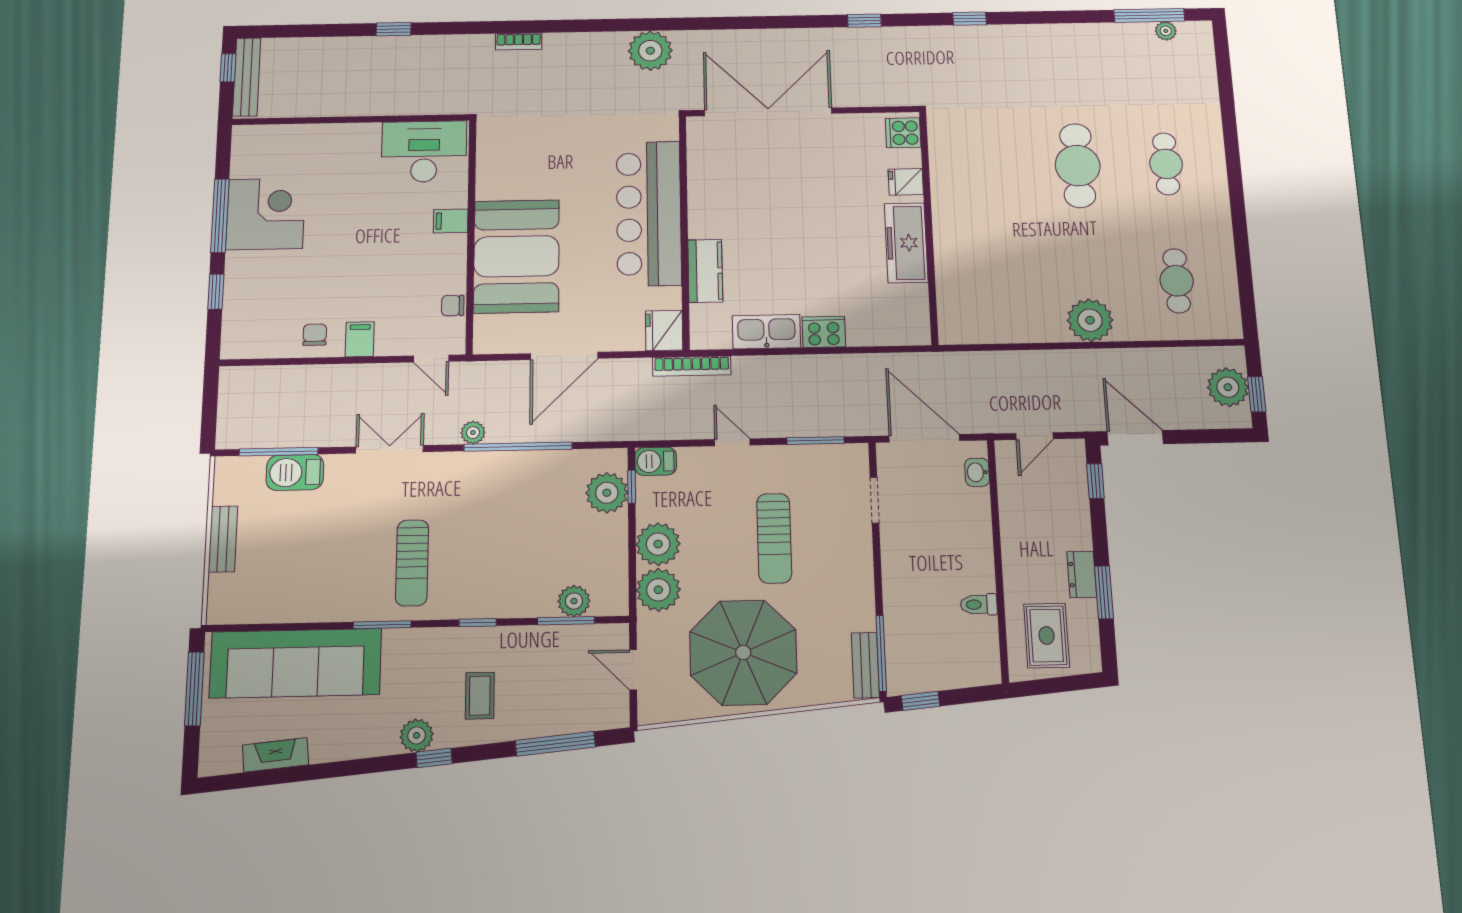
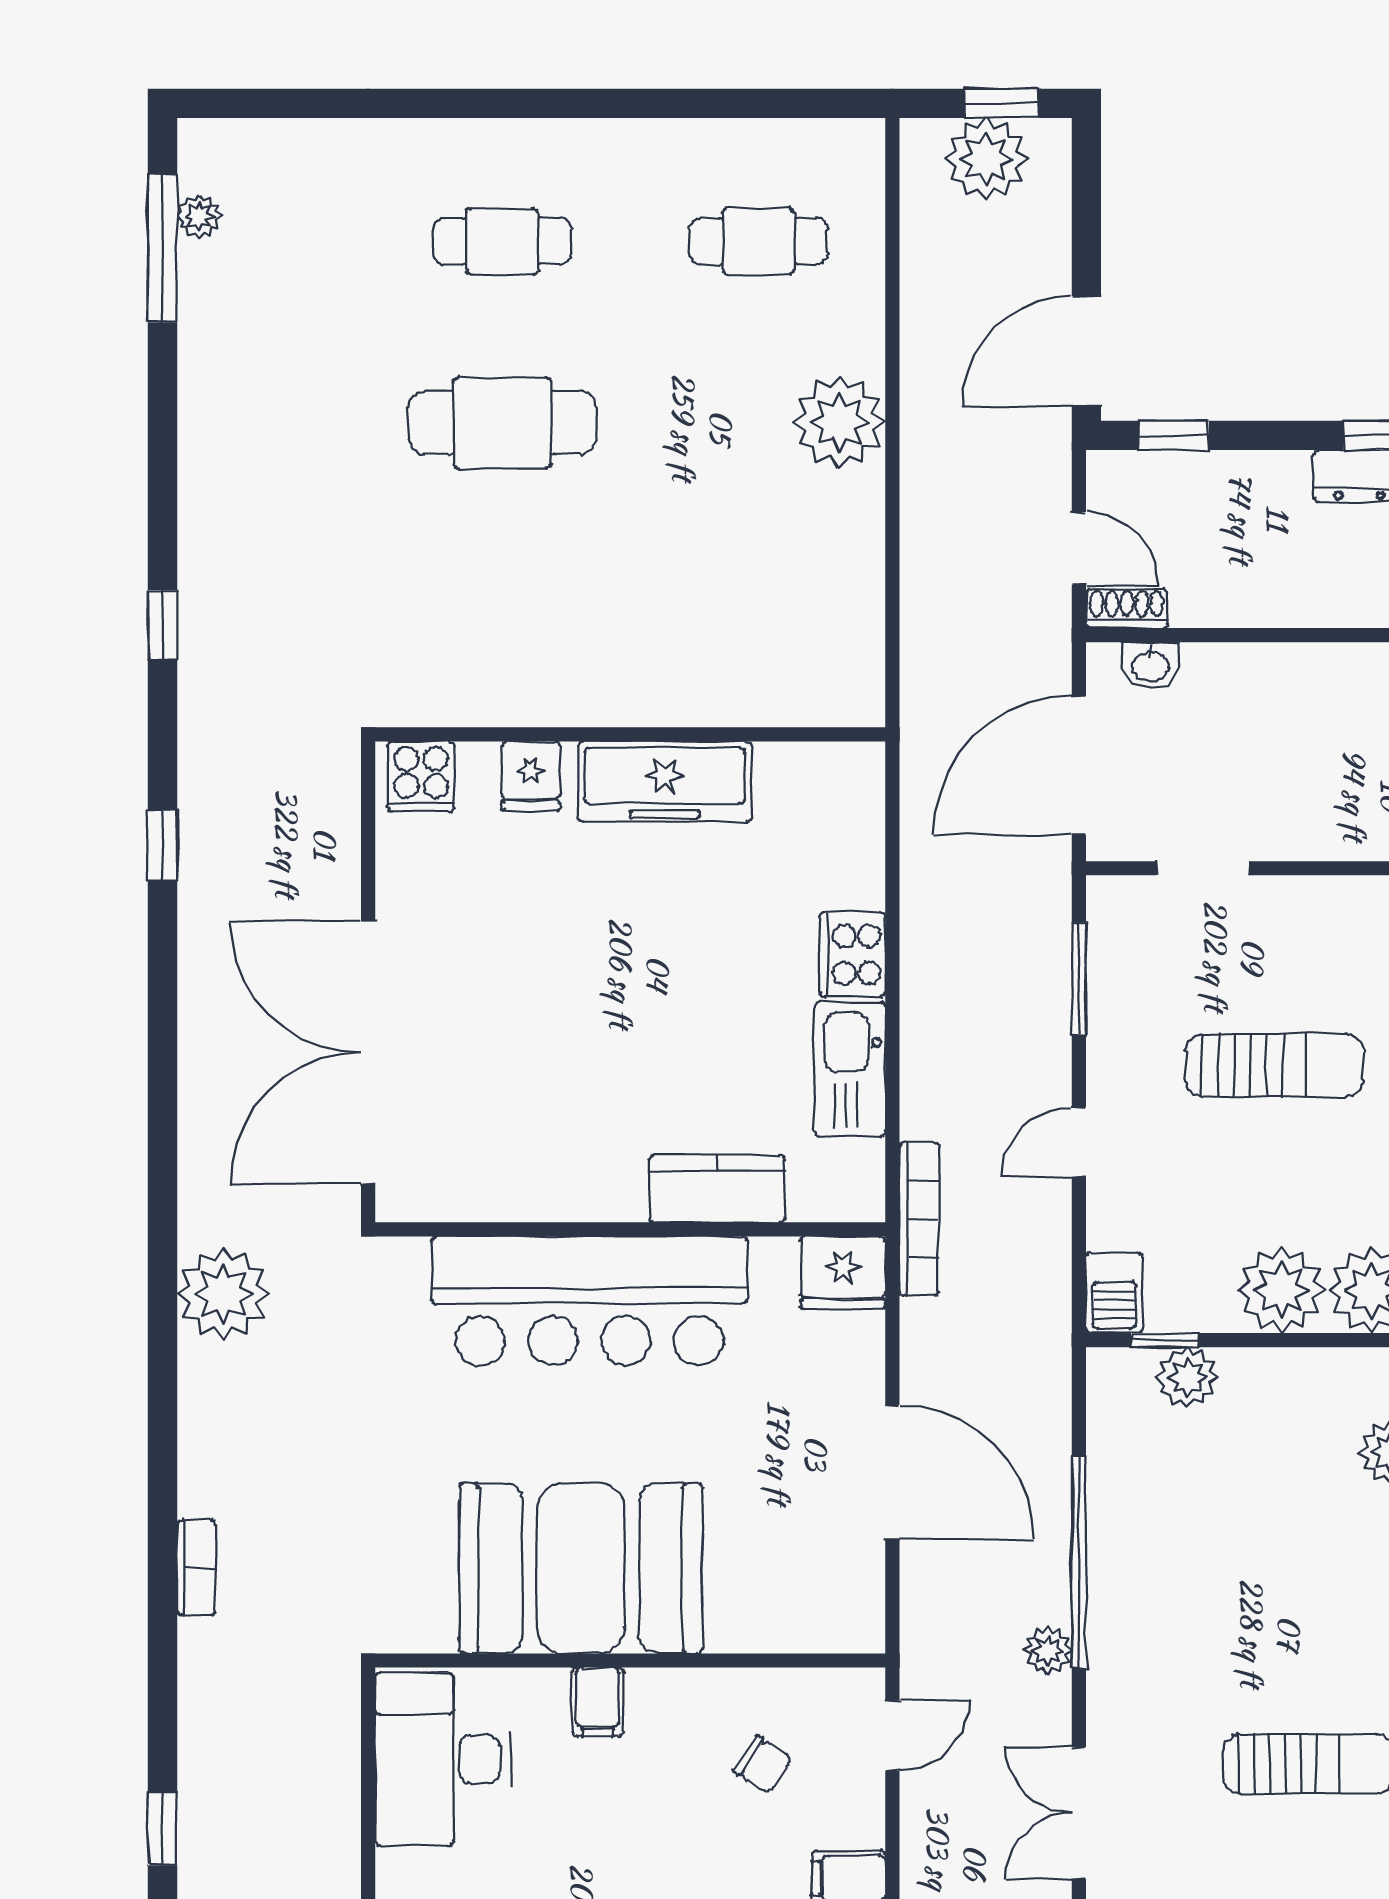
booth: (516, 256) -> (581, 1568), moved
chair: (453, 306) -> (763, 1765), moved, turned -56
shoe rack: (1006, 460) -> (1127, 608), added
plant: (607, 493) -> (1187, 1377), width x0.73, depth x0.73

